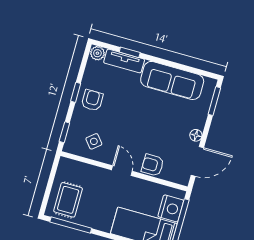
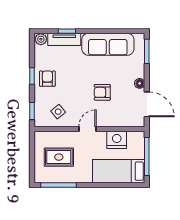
door: (197, 161) -> (147, 104), hinge flipped
armchair: (153, 165) -> (102, 92), moved
door: (122, 171) -> (88, 129), hinge flipped
rug: (68, 200) -> (59, 157), moved, turned 90
nightstand: (171, 208) -> (117, 140), moved, turned -90

